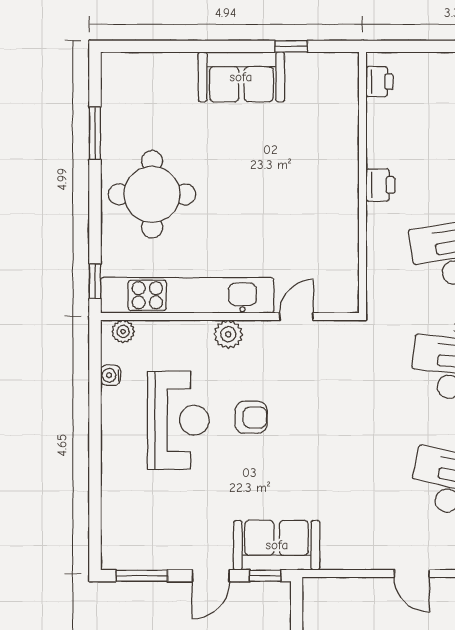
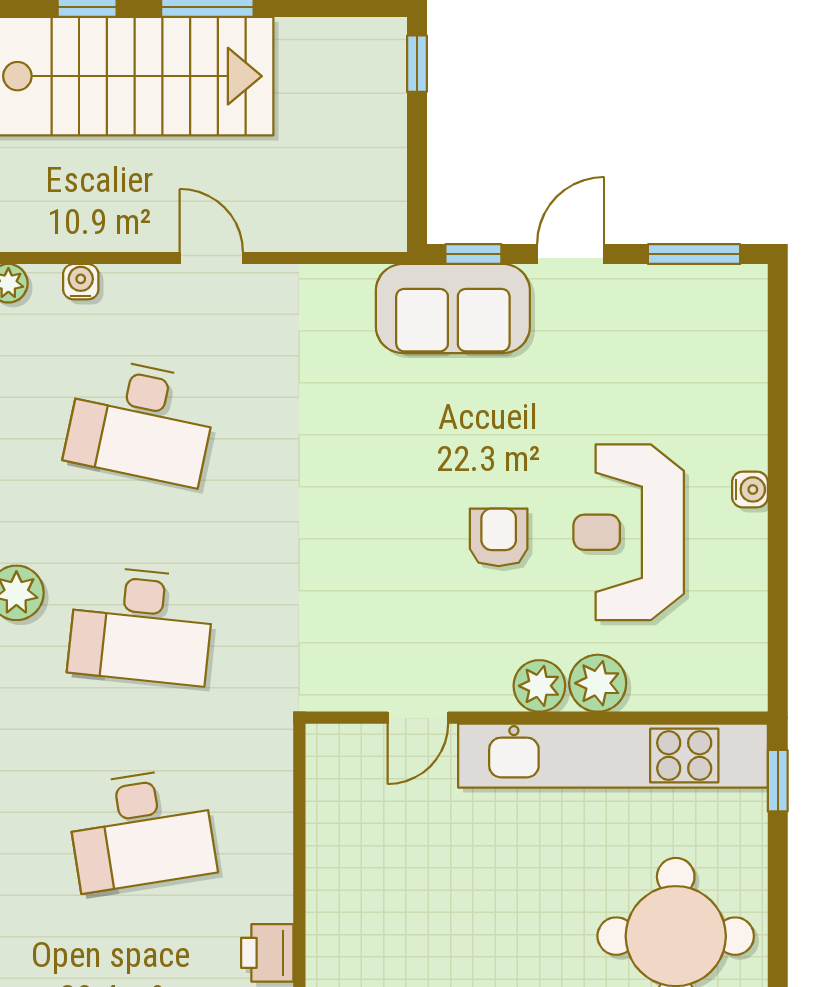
plant: (123, 331) -> (598, 683), moved, width x1.38, depth x1.38
water cooler: (111, 375) -> (750, 489), moved
armchair: (251, 417) -> (499, 537), turned 90

